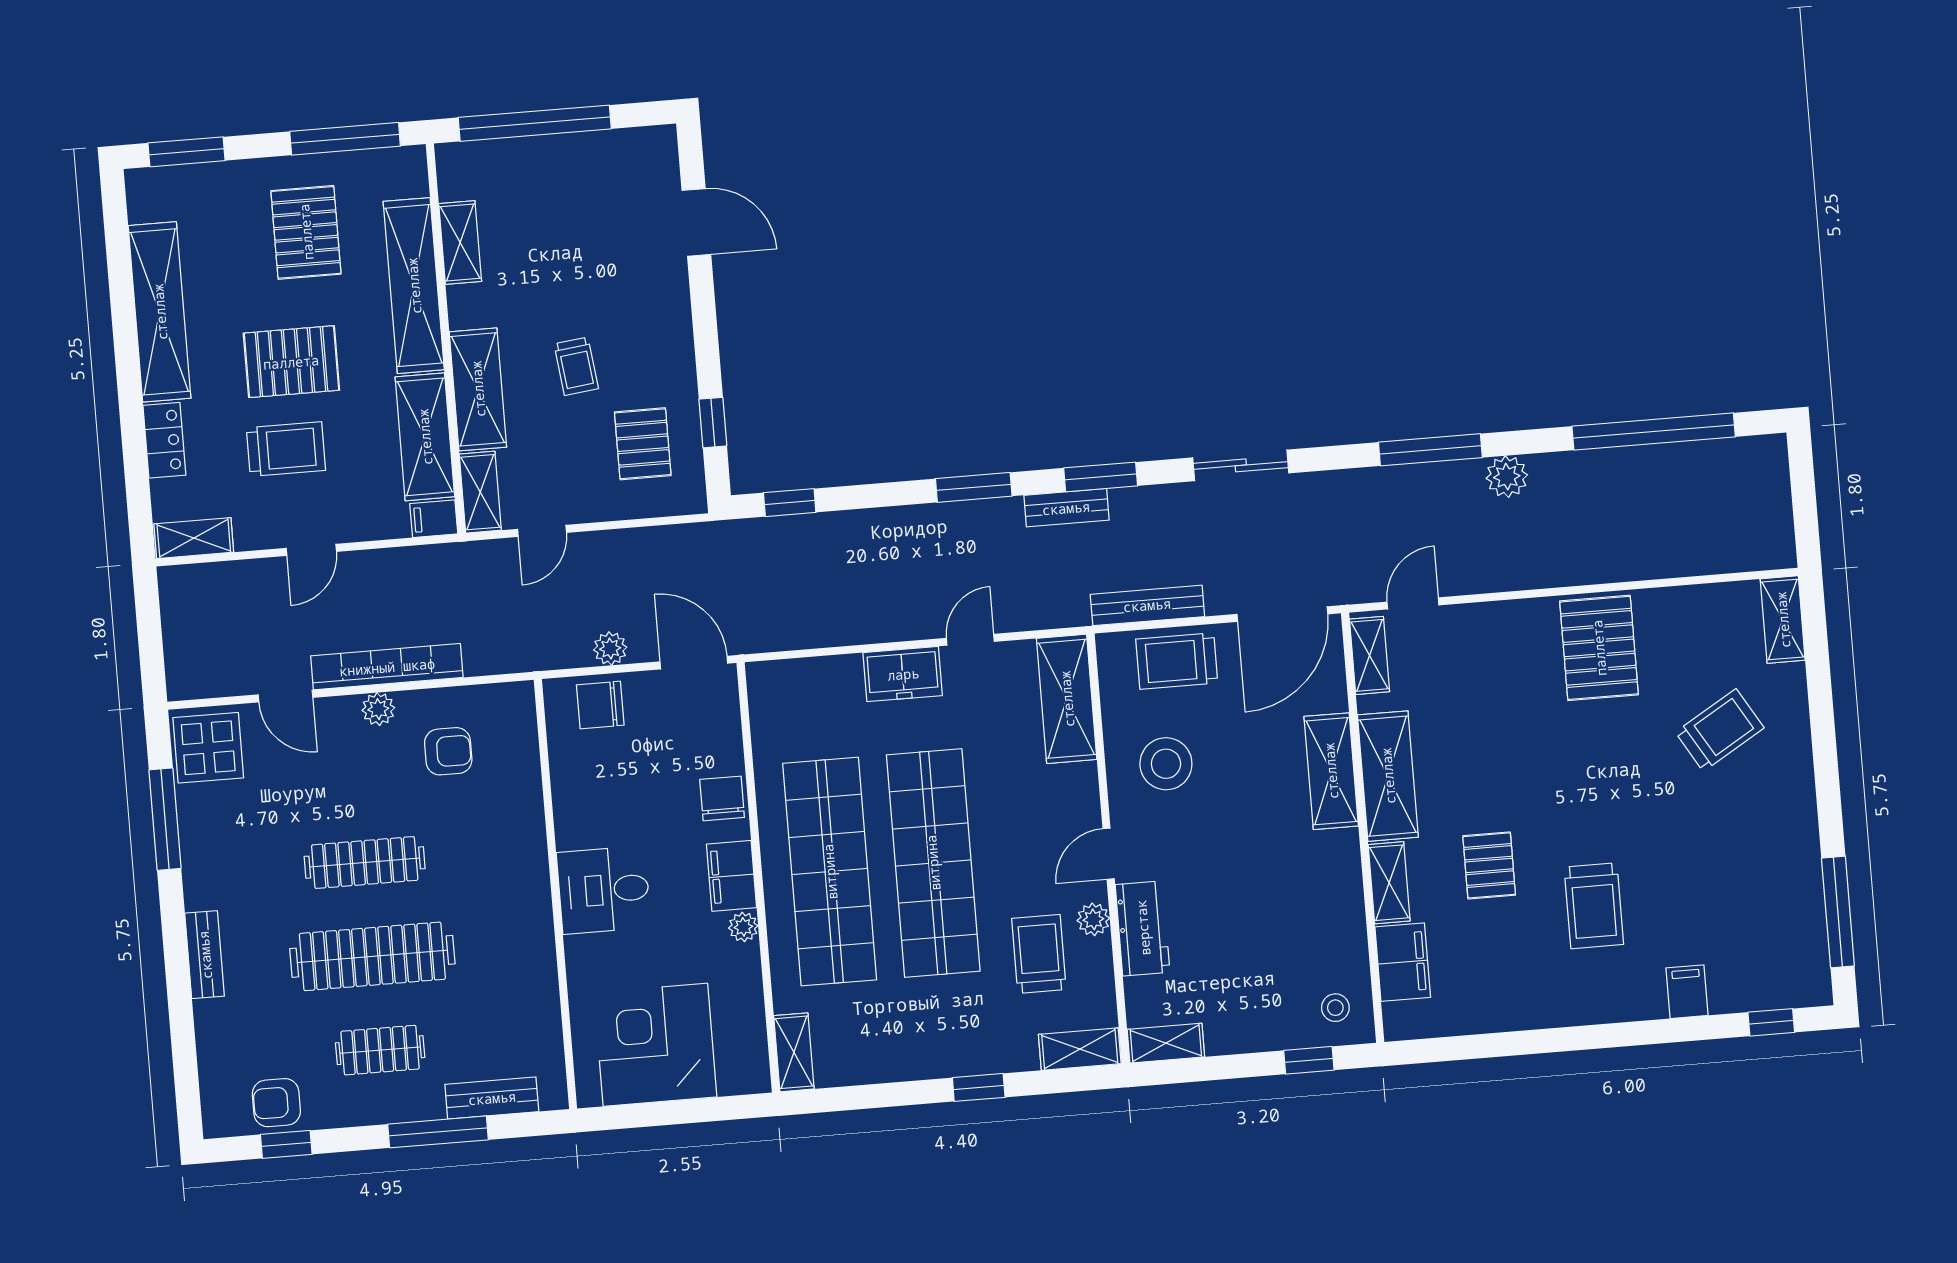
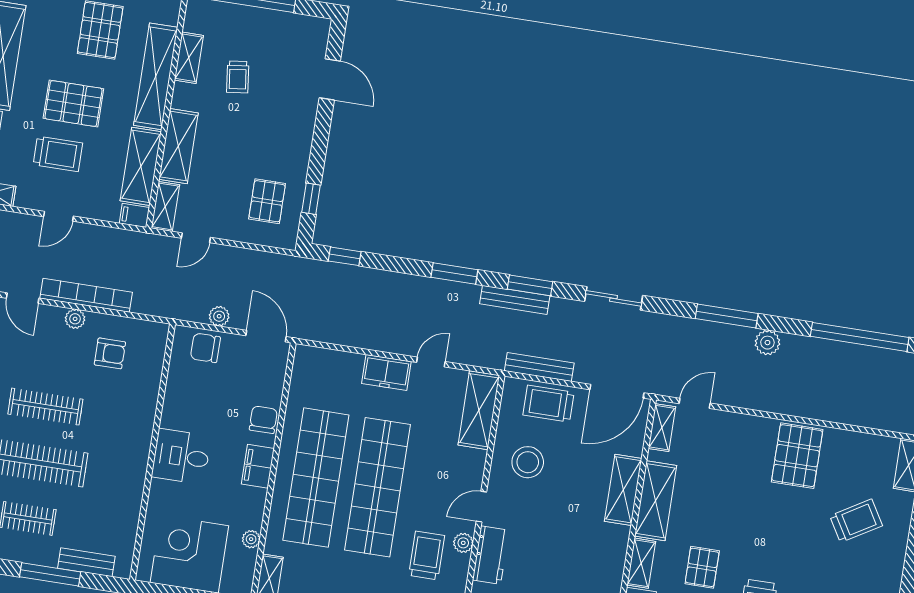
trolley: (576, 366) -> (238, 77), moved
bench: (1066, 508) -> (515, 300), width x1.36
plant: (743, 927) -> (251, 539), moved

